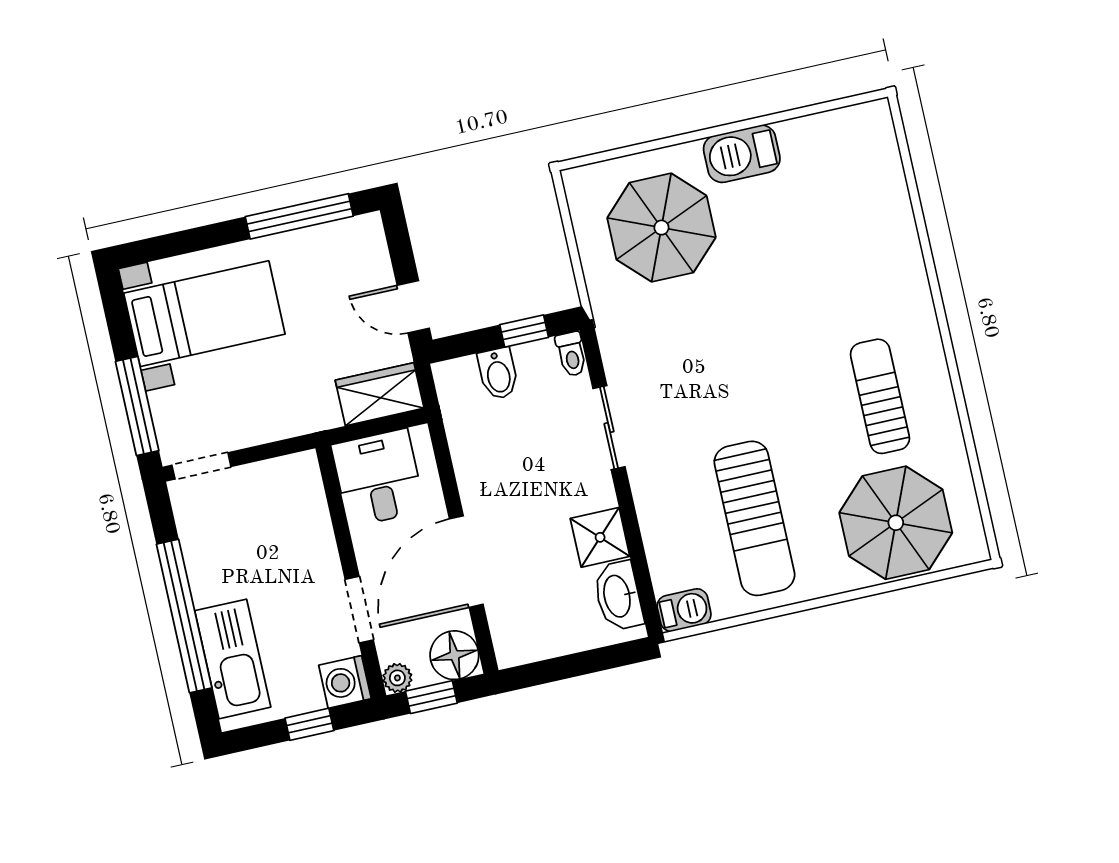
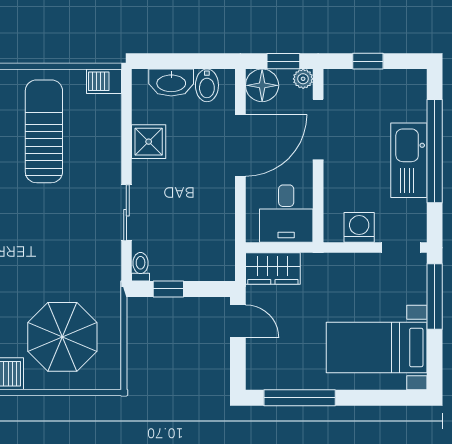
bidet: (498, 373) -> (207, 85), moved, turned 180
washbasin: (618, 596) -> (171, 83), moved, turned 90
doorway: (359, 610) -> (318, 129), width x1.38
kitchen sink: (233, 659) -> (409, 160), moved
washing machine: (345, 682) -> (359, 227), moved, turned -90

